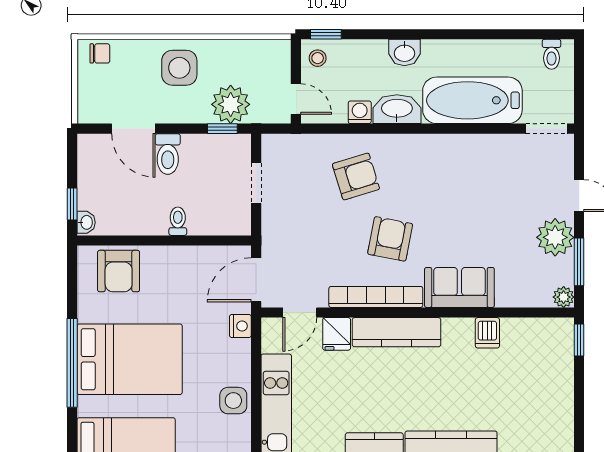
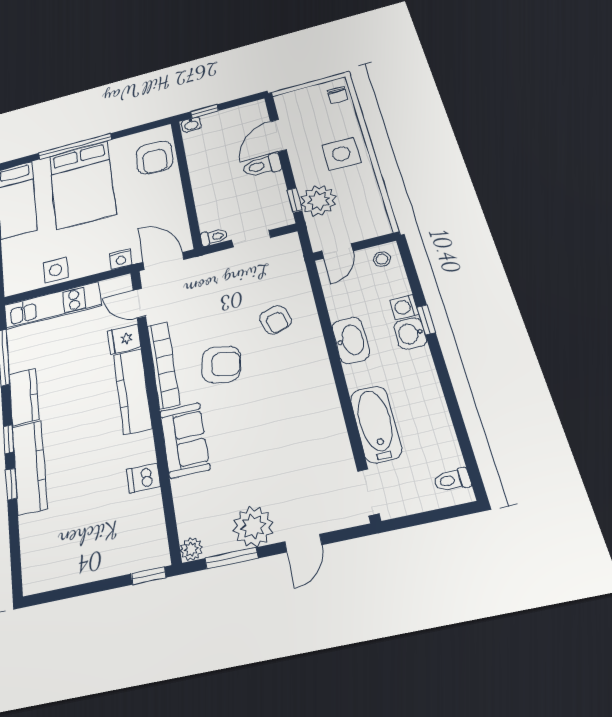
window: (326, 34) -> (426, 320), moved
bathtub: (472, 100) -> (376, 424), width x0.73, depth x0.73
washing machine: (360, 112) -> (404, 307), moved, turned 180
armchair: (356, 176) -> (275, 320), width x0.72, depth x0.72
toilet: (178, 221) -> (214, 237), moved
armchair: (119, 271) -> (154, 158), turned -87

